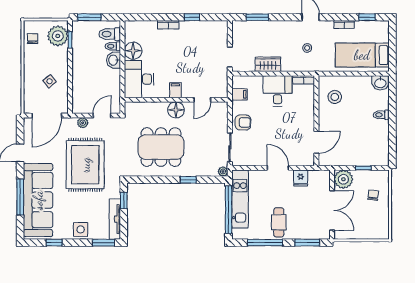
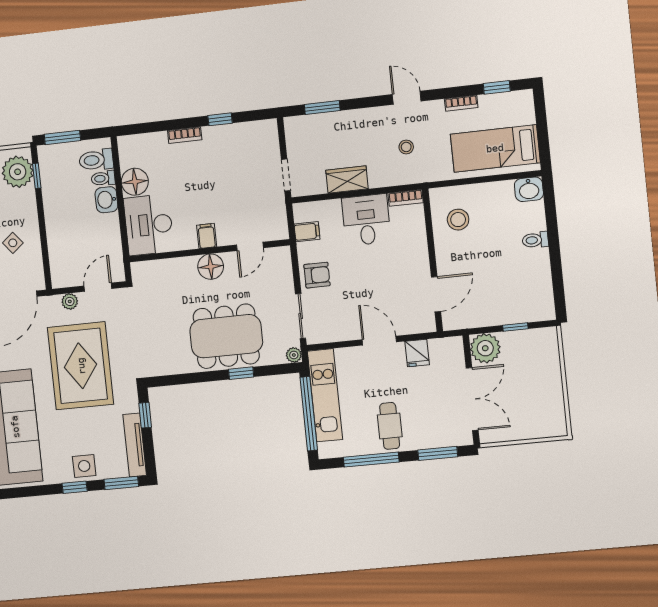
dining table: (161, 147) -> (226, 336), moved
chair: (373, 195) -> (536, 369), removed
window: (54, 243) -> (75, 487), moved

